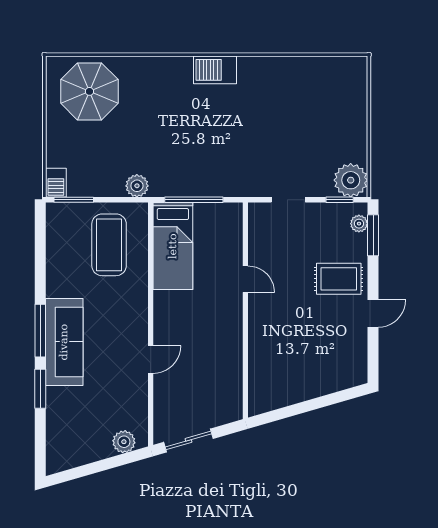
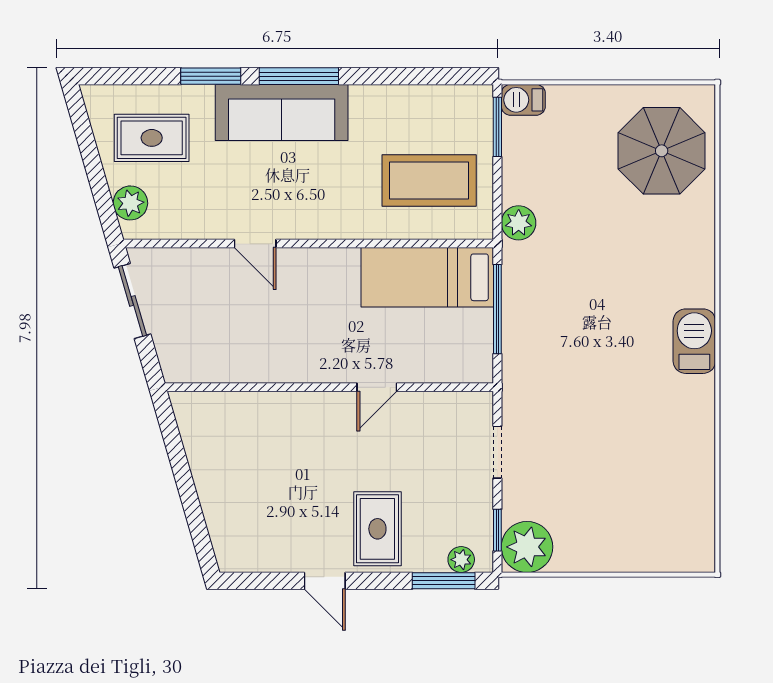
rug: (81, 428) -> (152, 138), added

